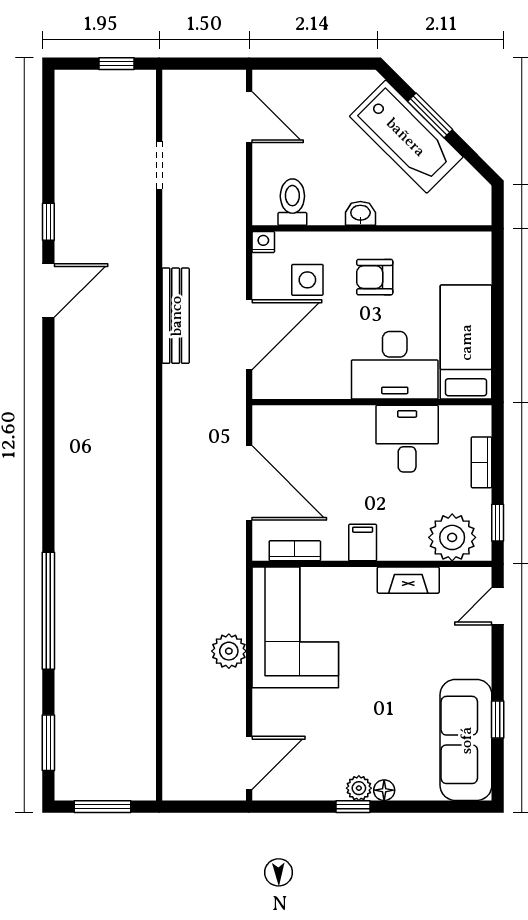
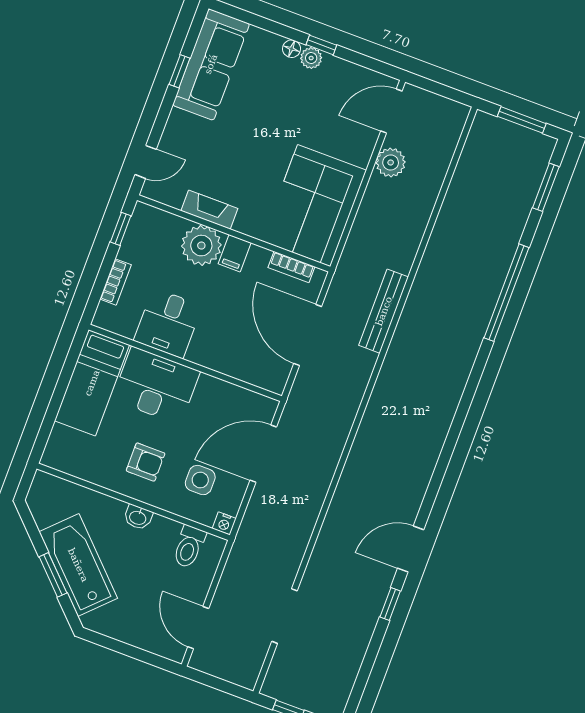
doorway: (159, 165) -> (284, 616), width x1.38
bench: (176, 316) -> (384, 311), moved
plant: (452, 537) -> (201, 246), moved
plant: (229, 651) -> (391, 162), moved

